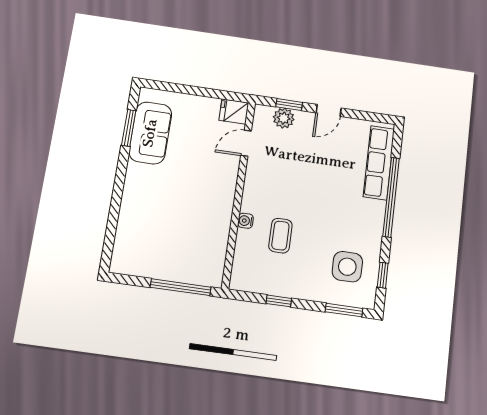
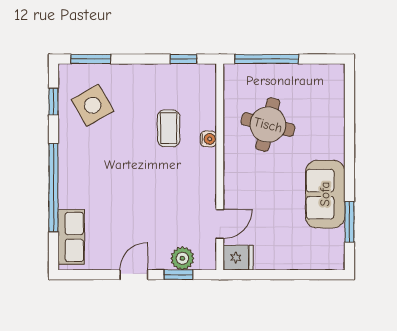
sofa: (150, 133) -> (325, 194), moved
row of seats: (379, 163) -> (71, 237), width x0.68
round table: (189, 226) -> (268, 125), added
side table: (347, 267) -> (93, 105), turned -30
window: (279, 301) -> (184, 59), moved

